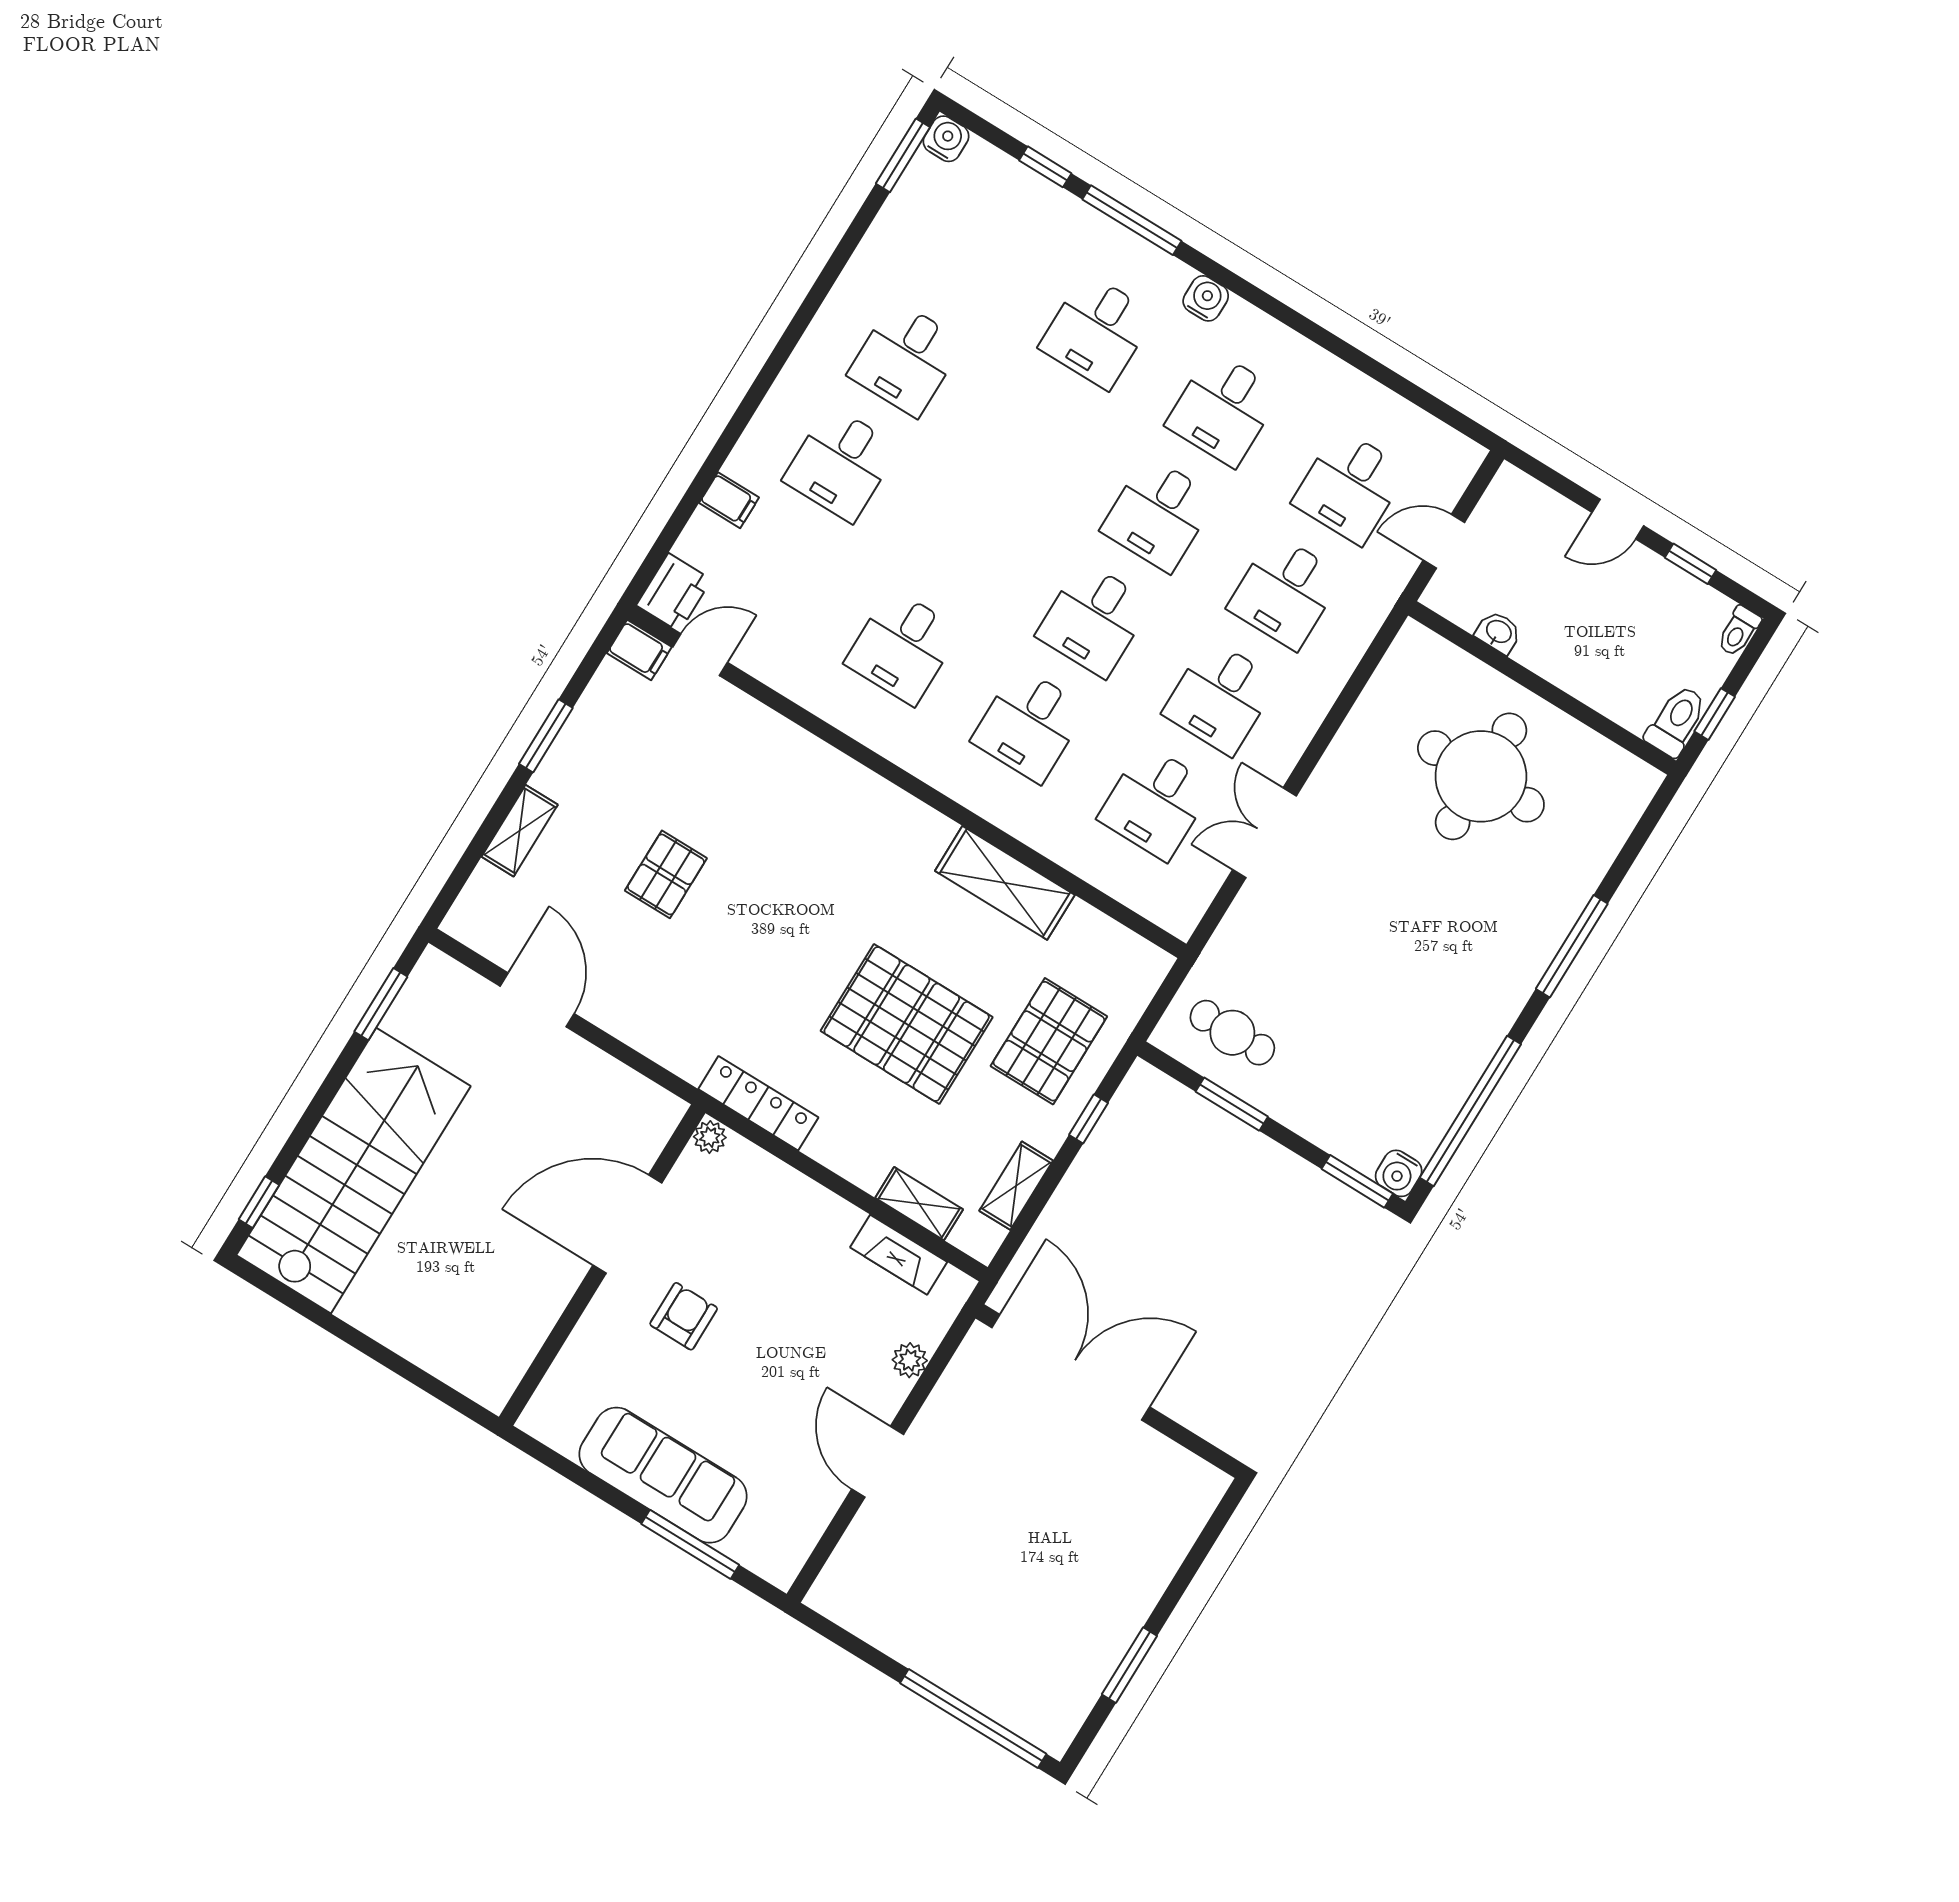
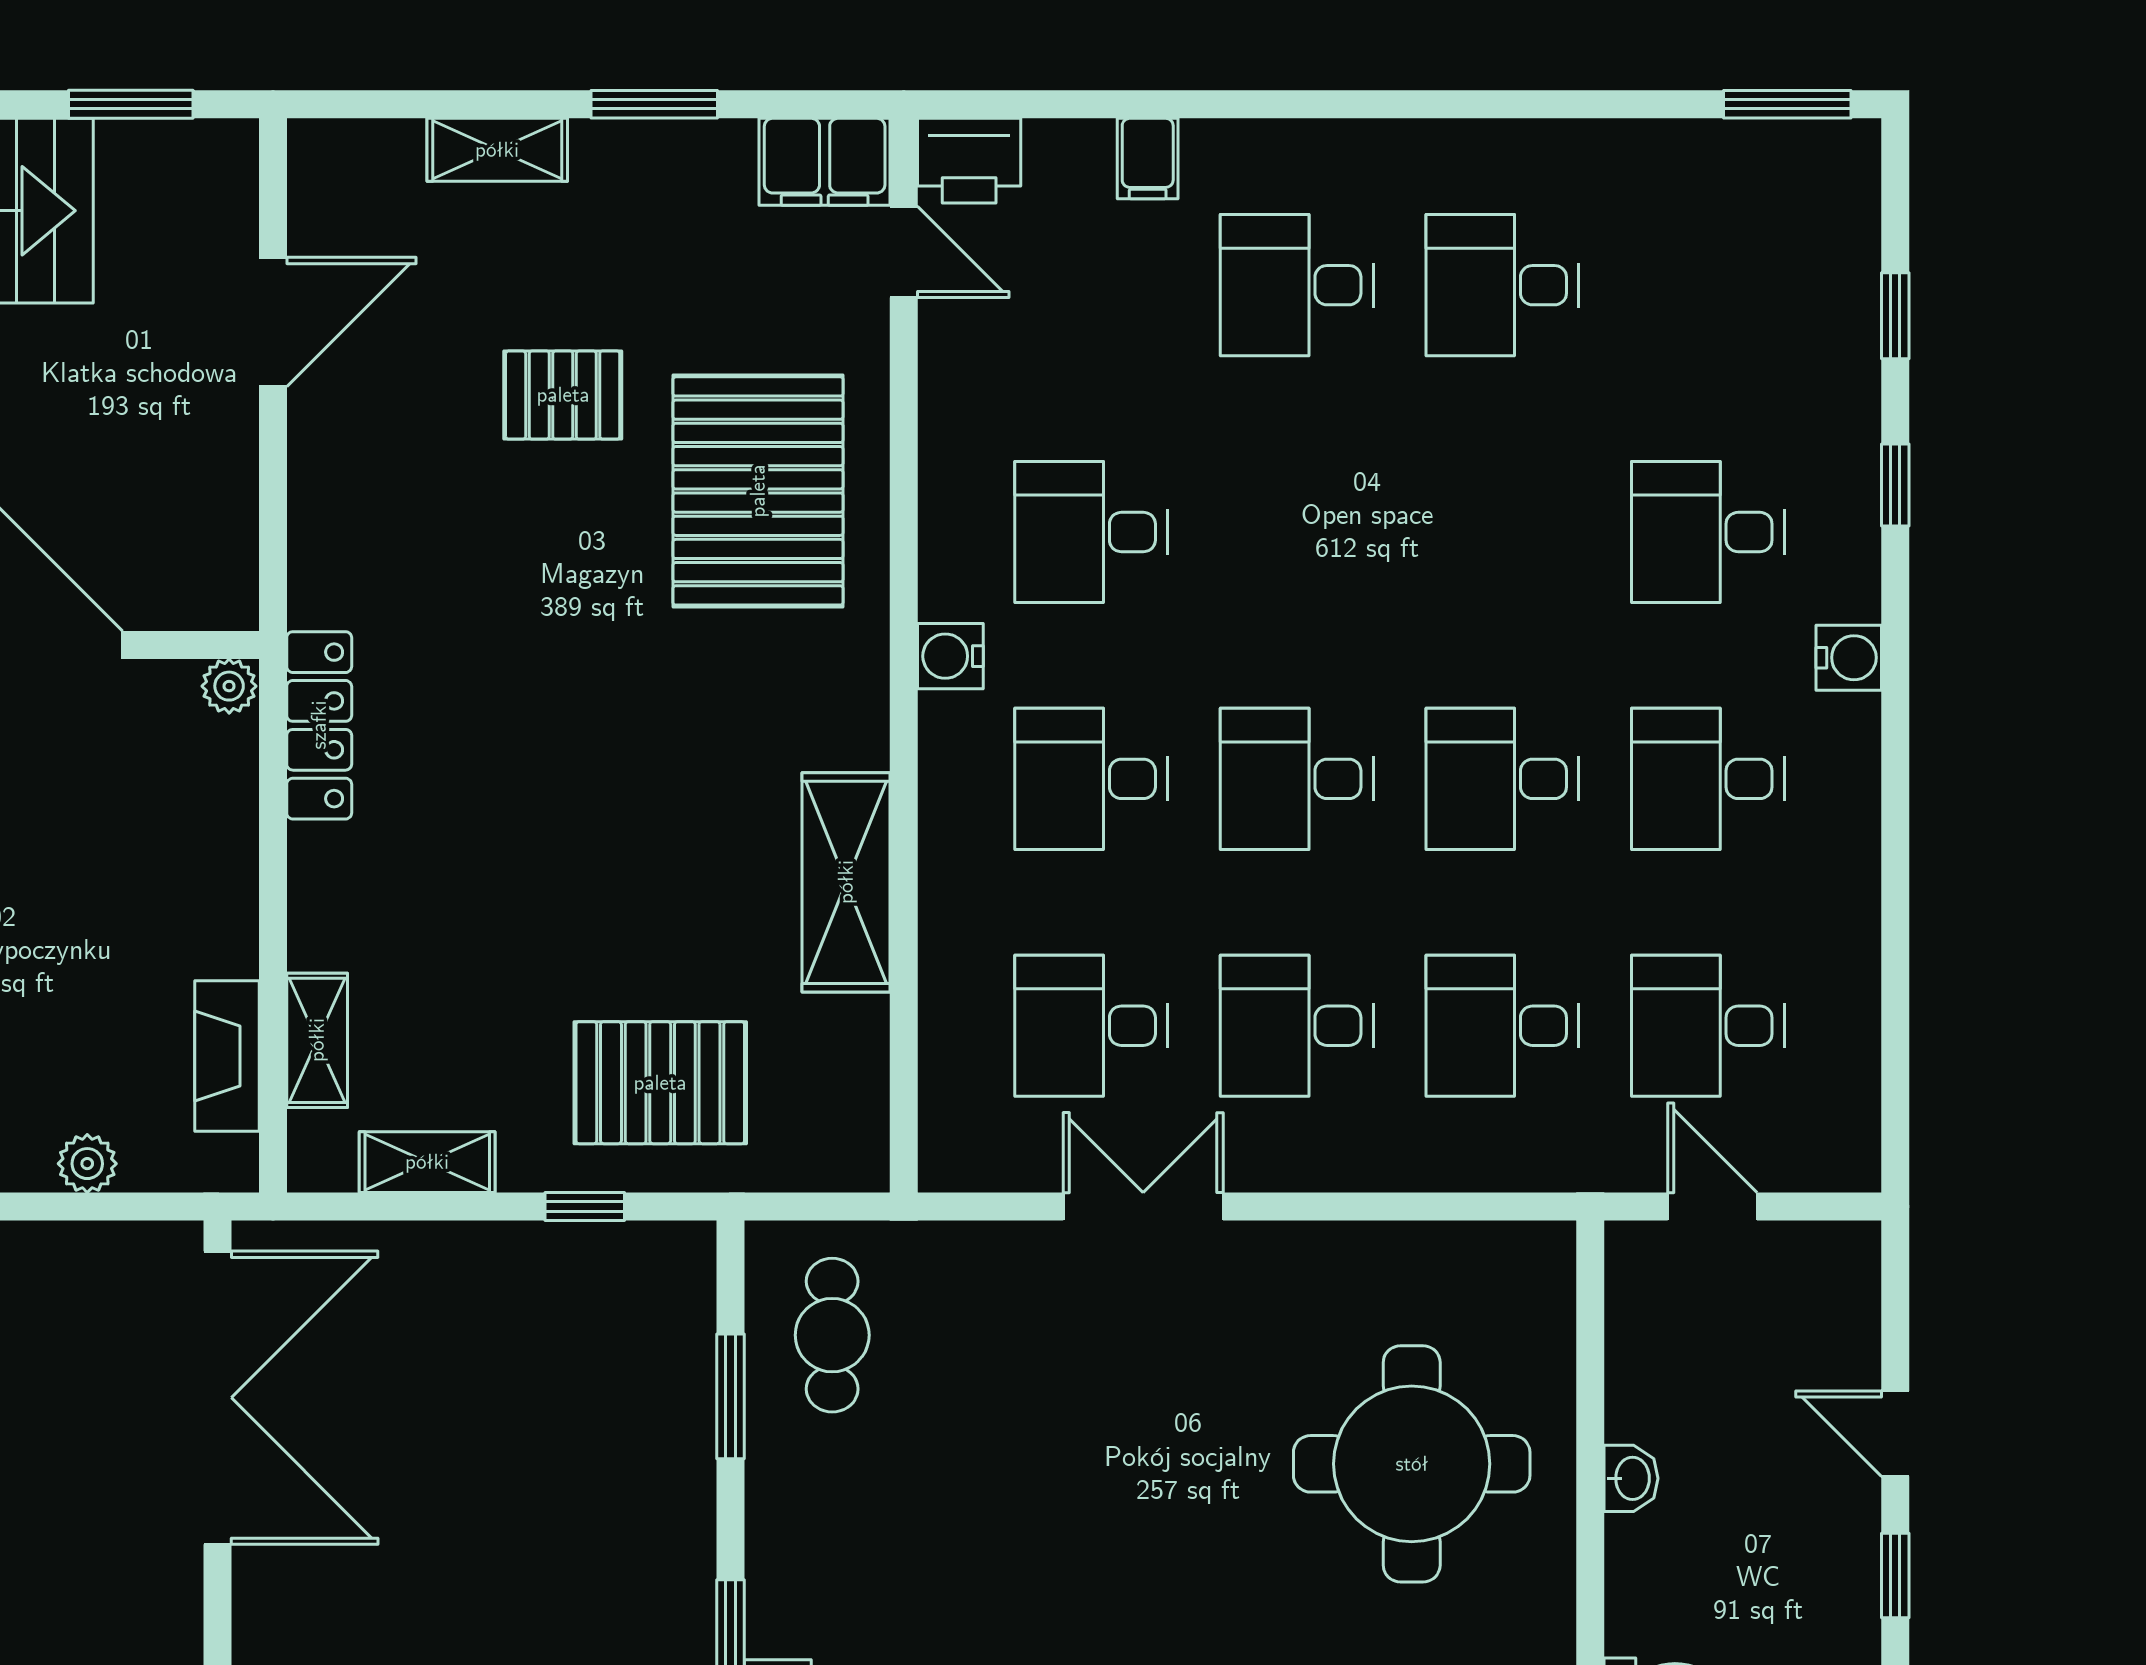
water cooler: (946, 139) -> (950, 656), moved, turned 180
window: (1132, 220) -> (1895, 485), width x0.46
washbasin: (1498, 632) -> (1631, 1478), moved
filing cabinet: (639, 650) -> (825, 162), width x2.00
pallet: (907, 1024) -> (758, 491), moved

